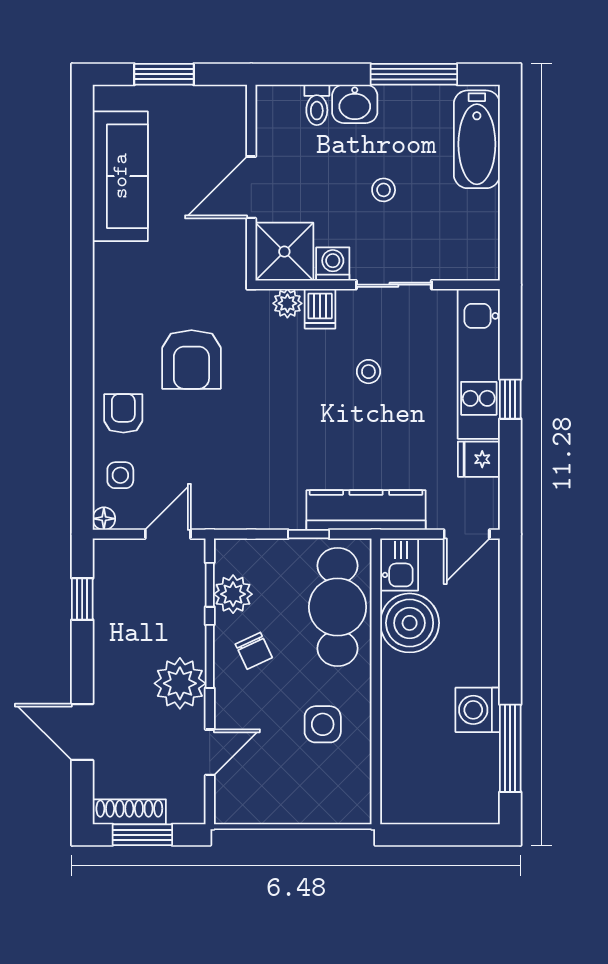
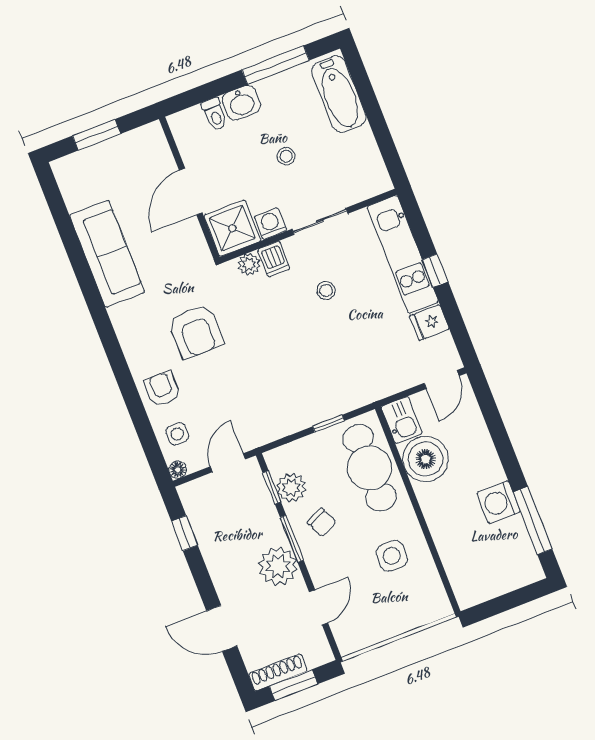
sofa: (120, 176) -> (107, 254), moved
kitchen counter: (366, 510) -> (363, 390), removed

